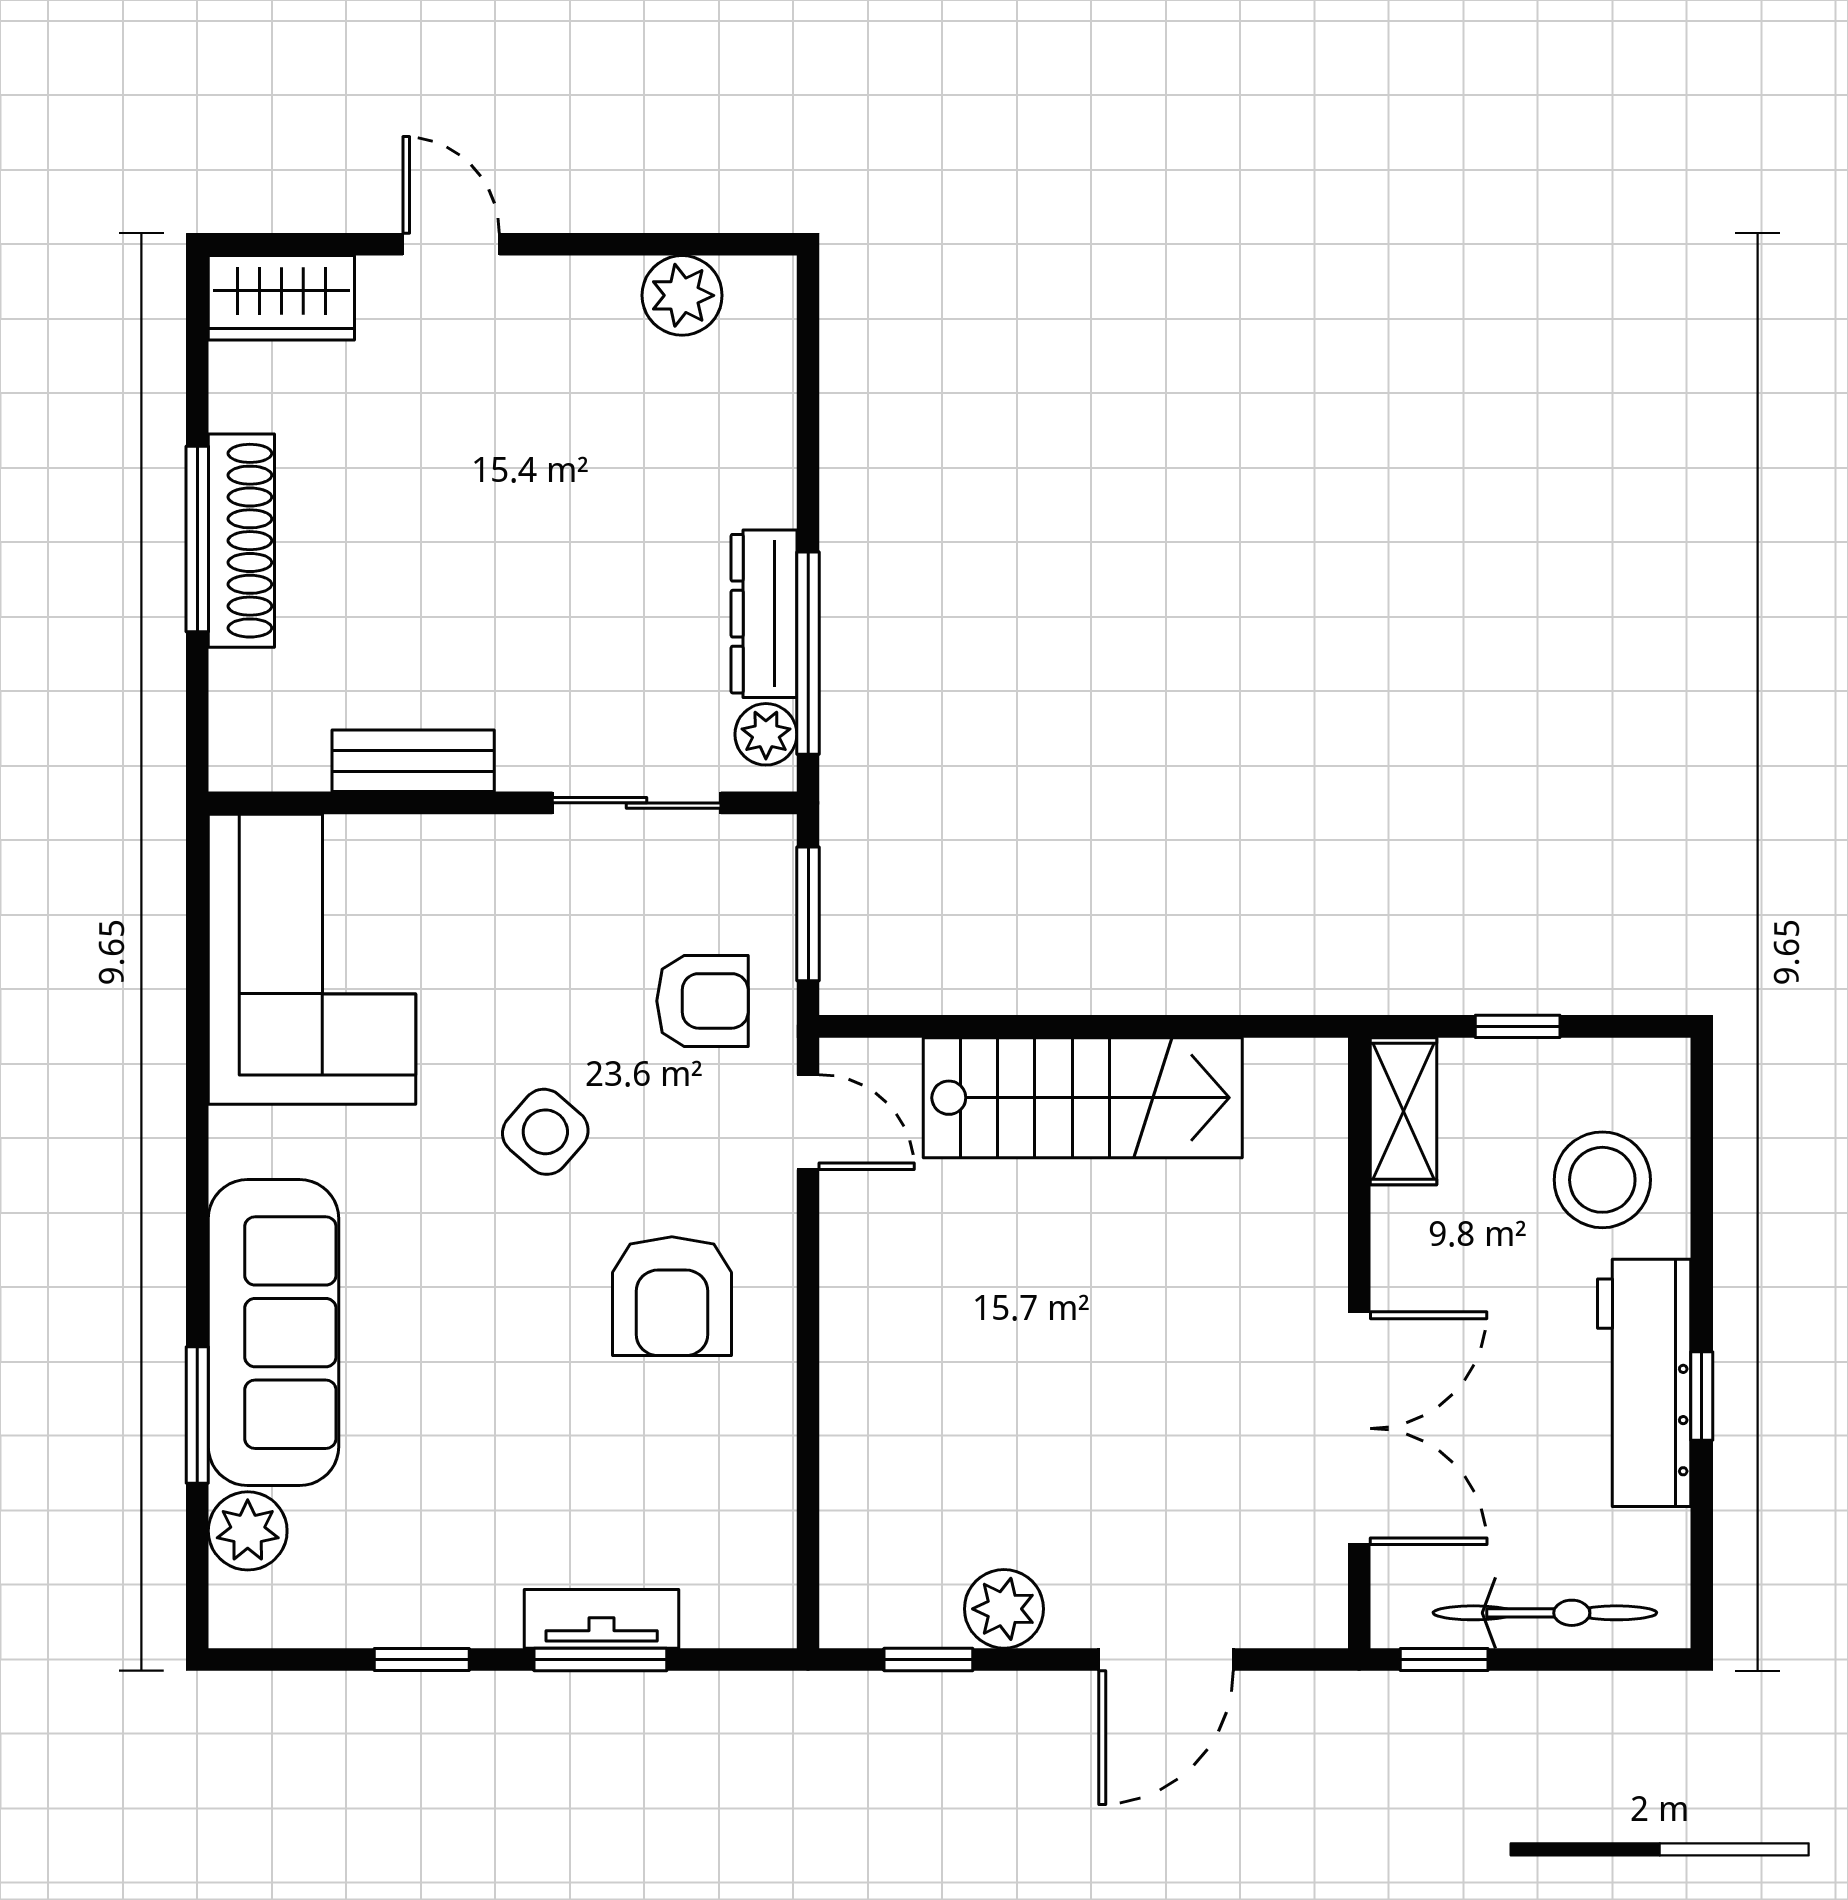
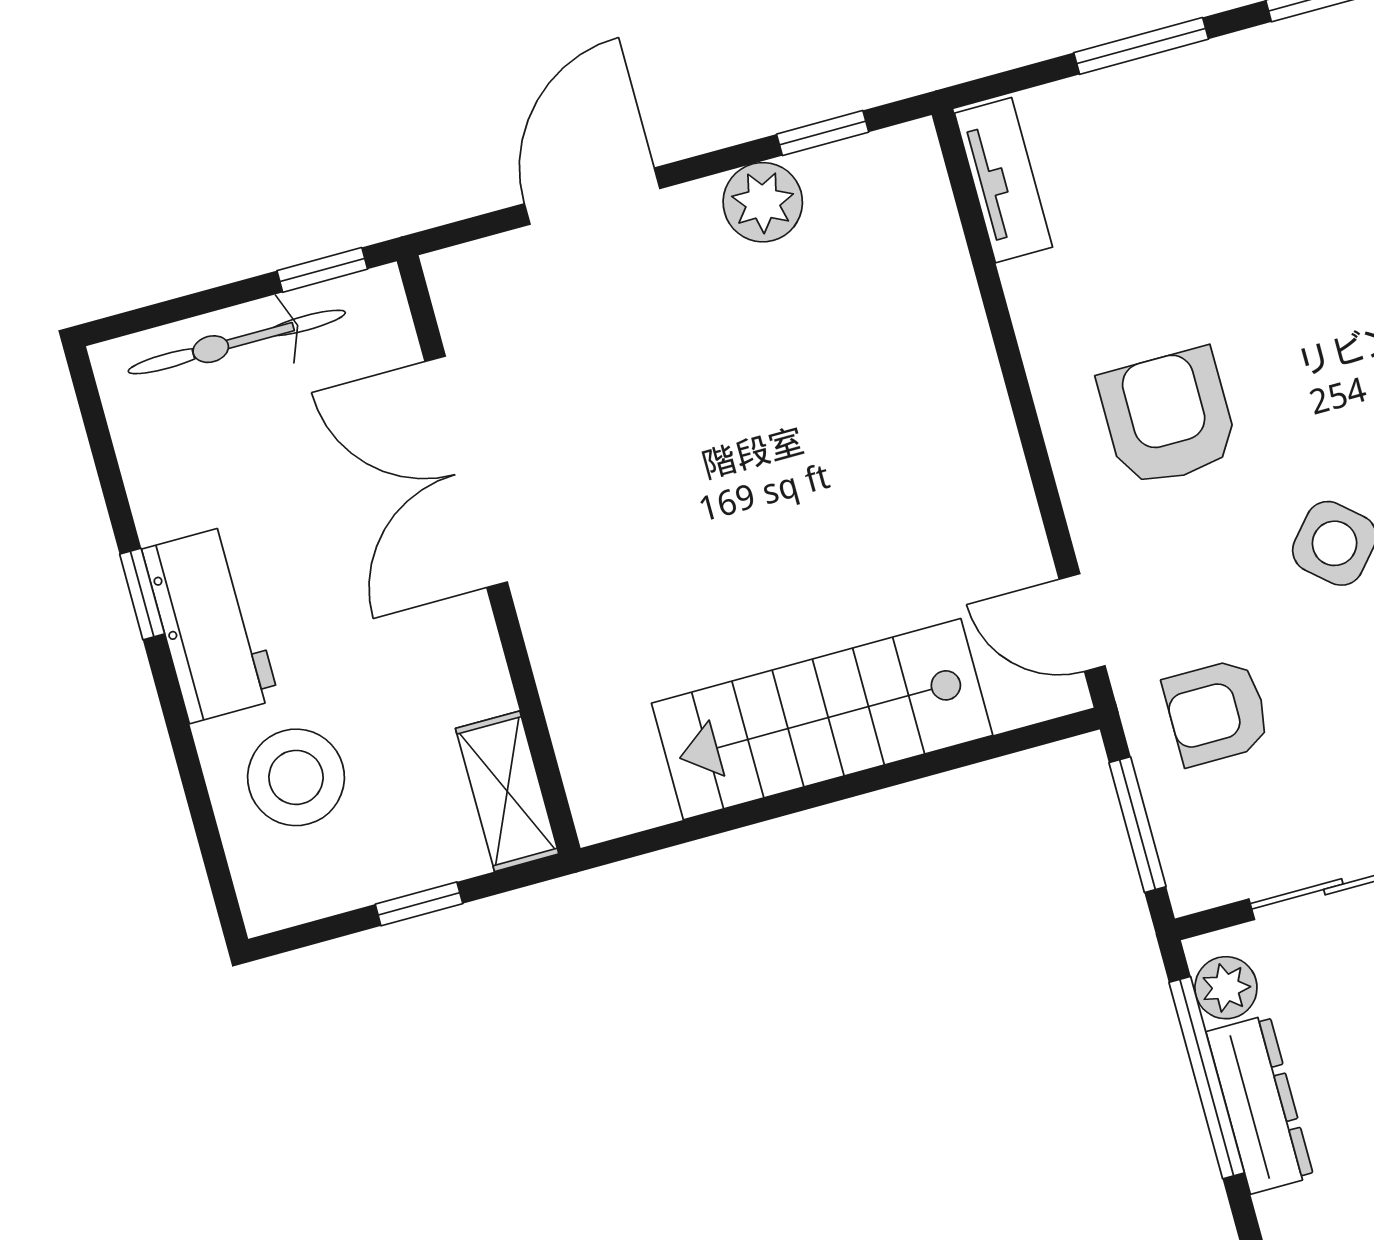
workbench: (1644, 1383) -> (210, 624), width x0.73
tv unit: (602, 1619) -> (1004, 180), moved, turned -90

